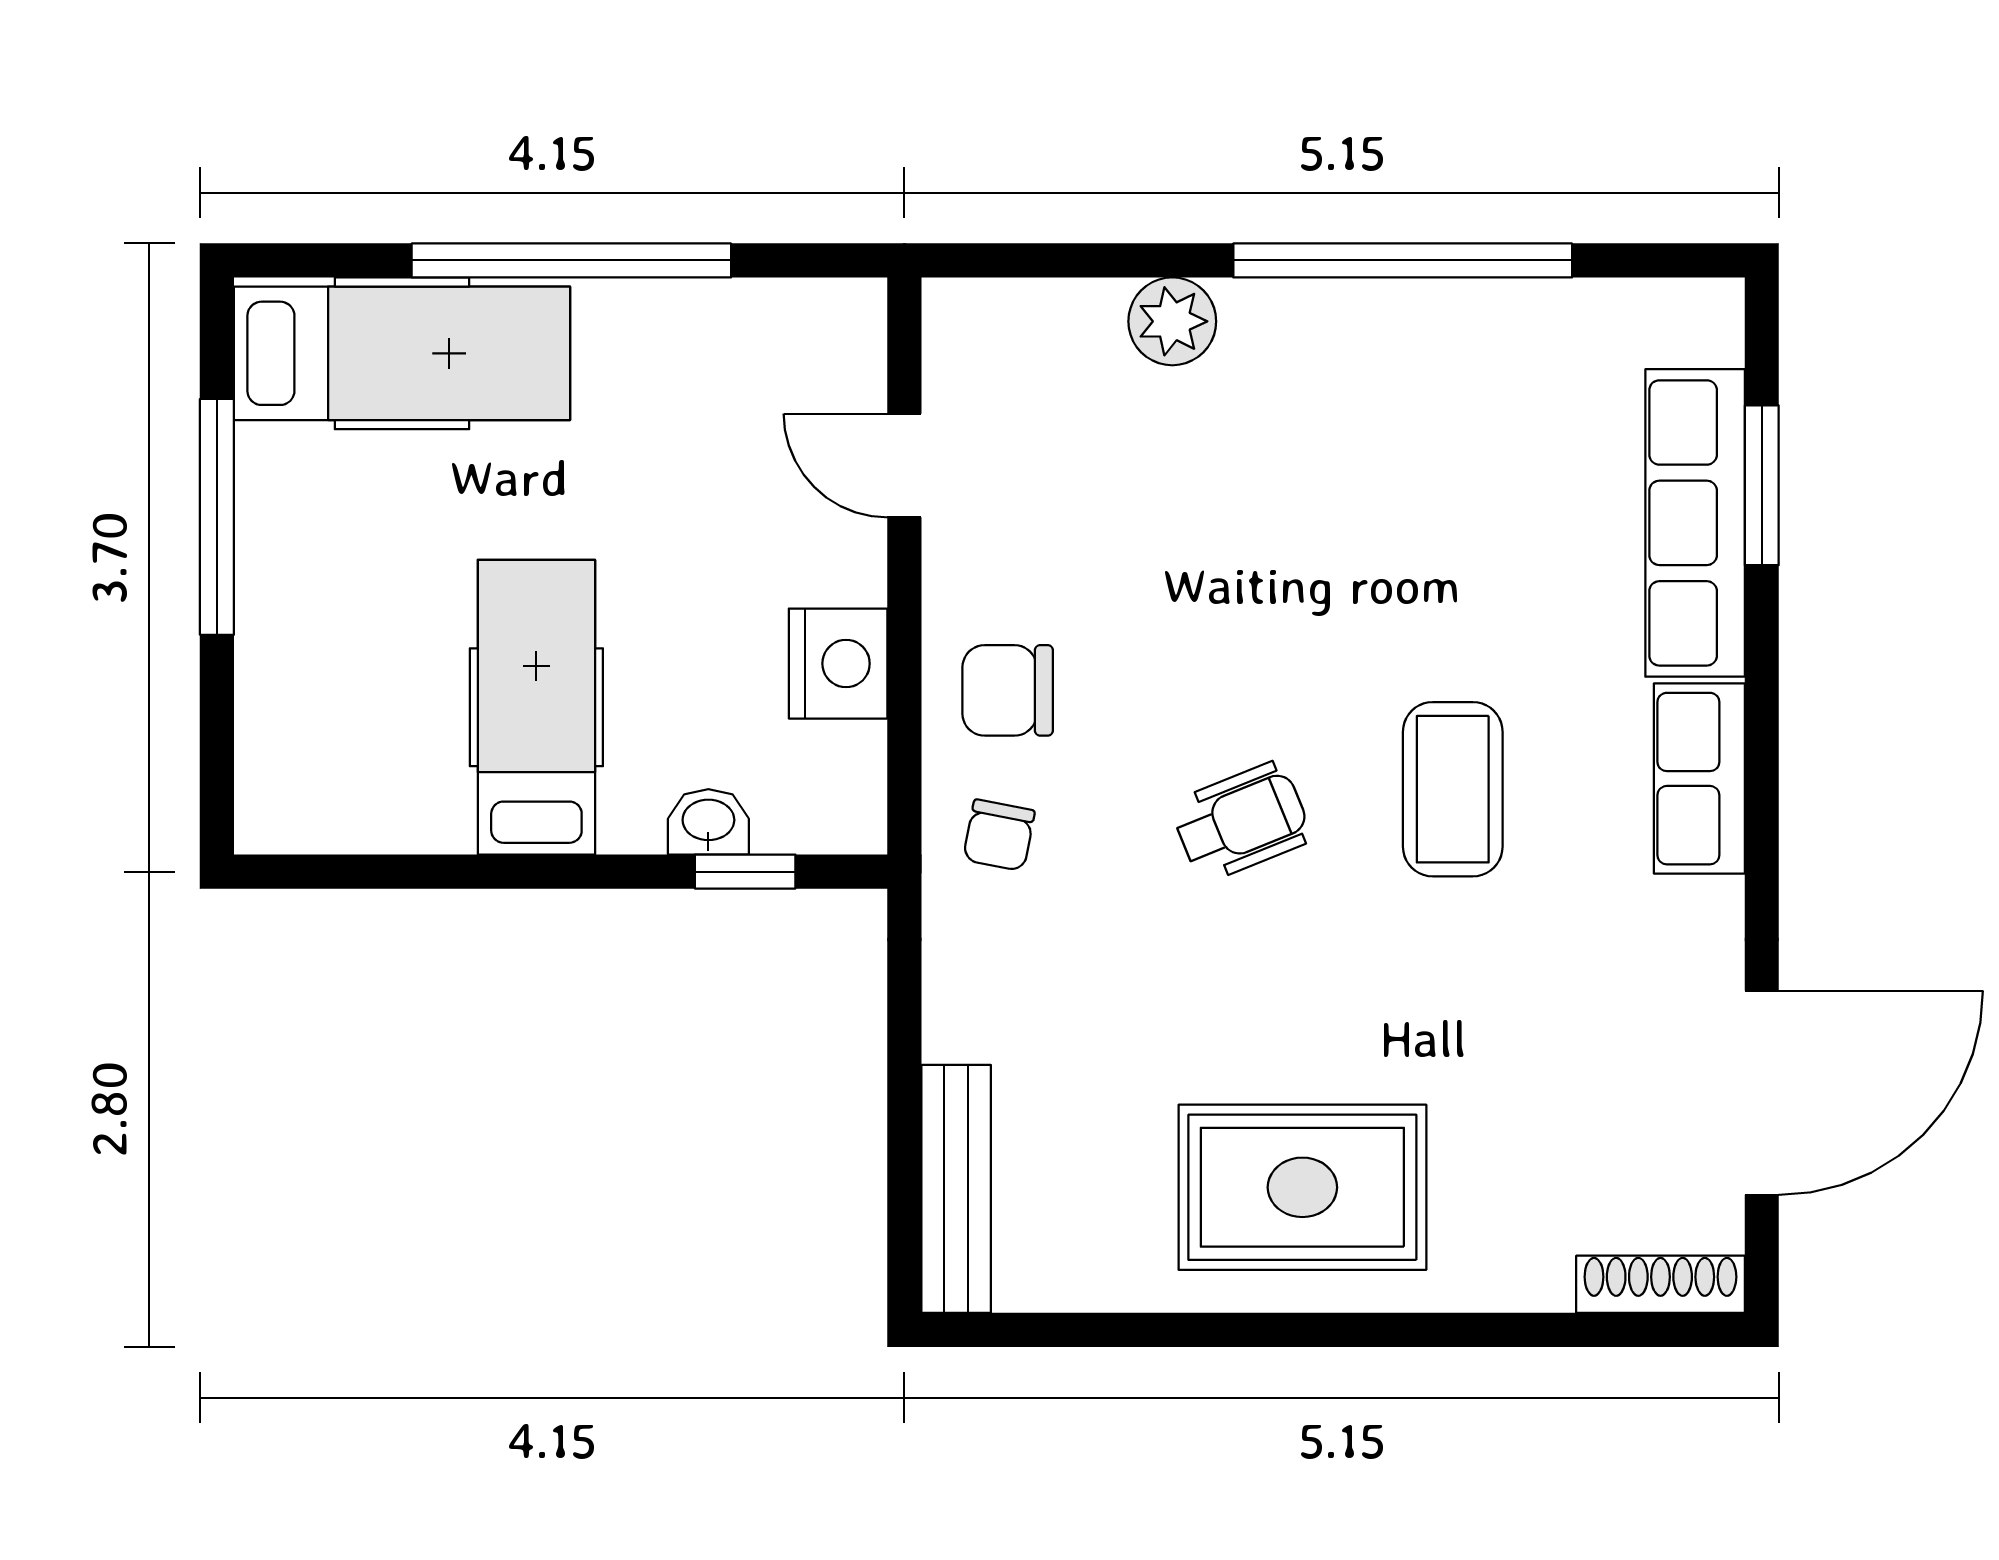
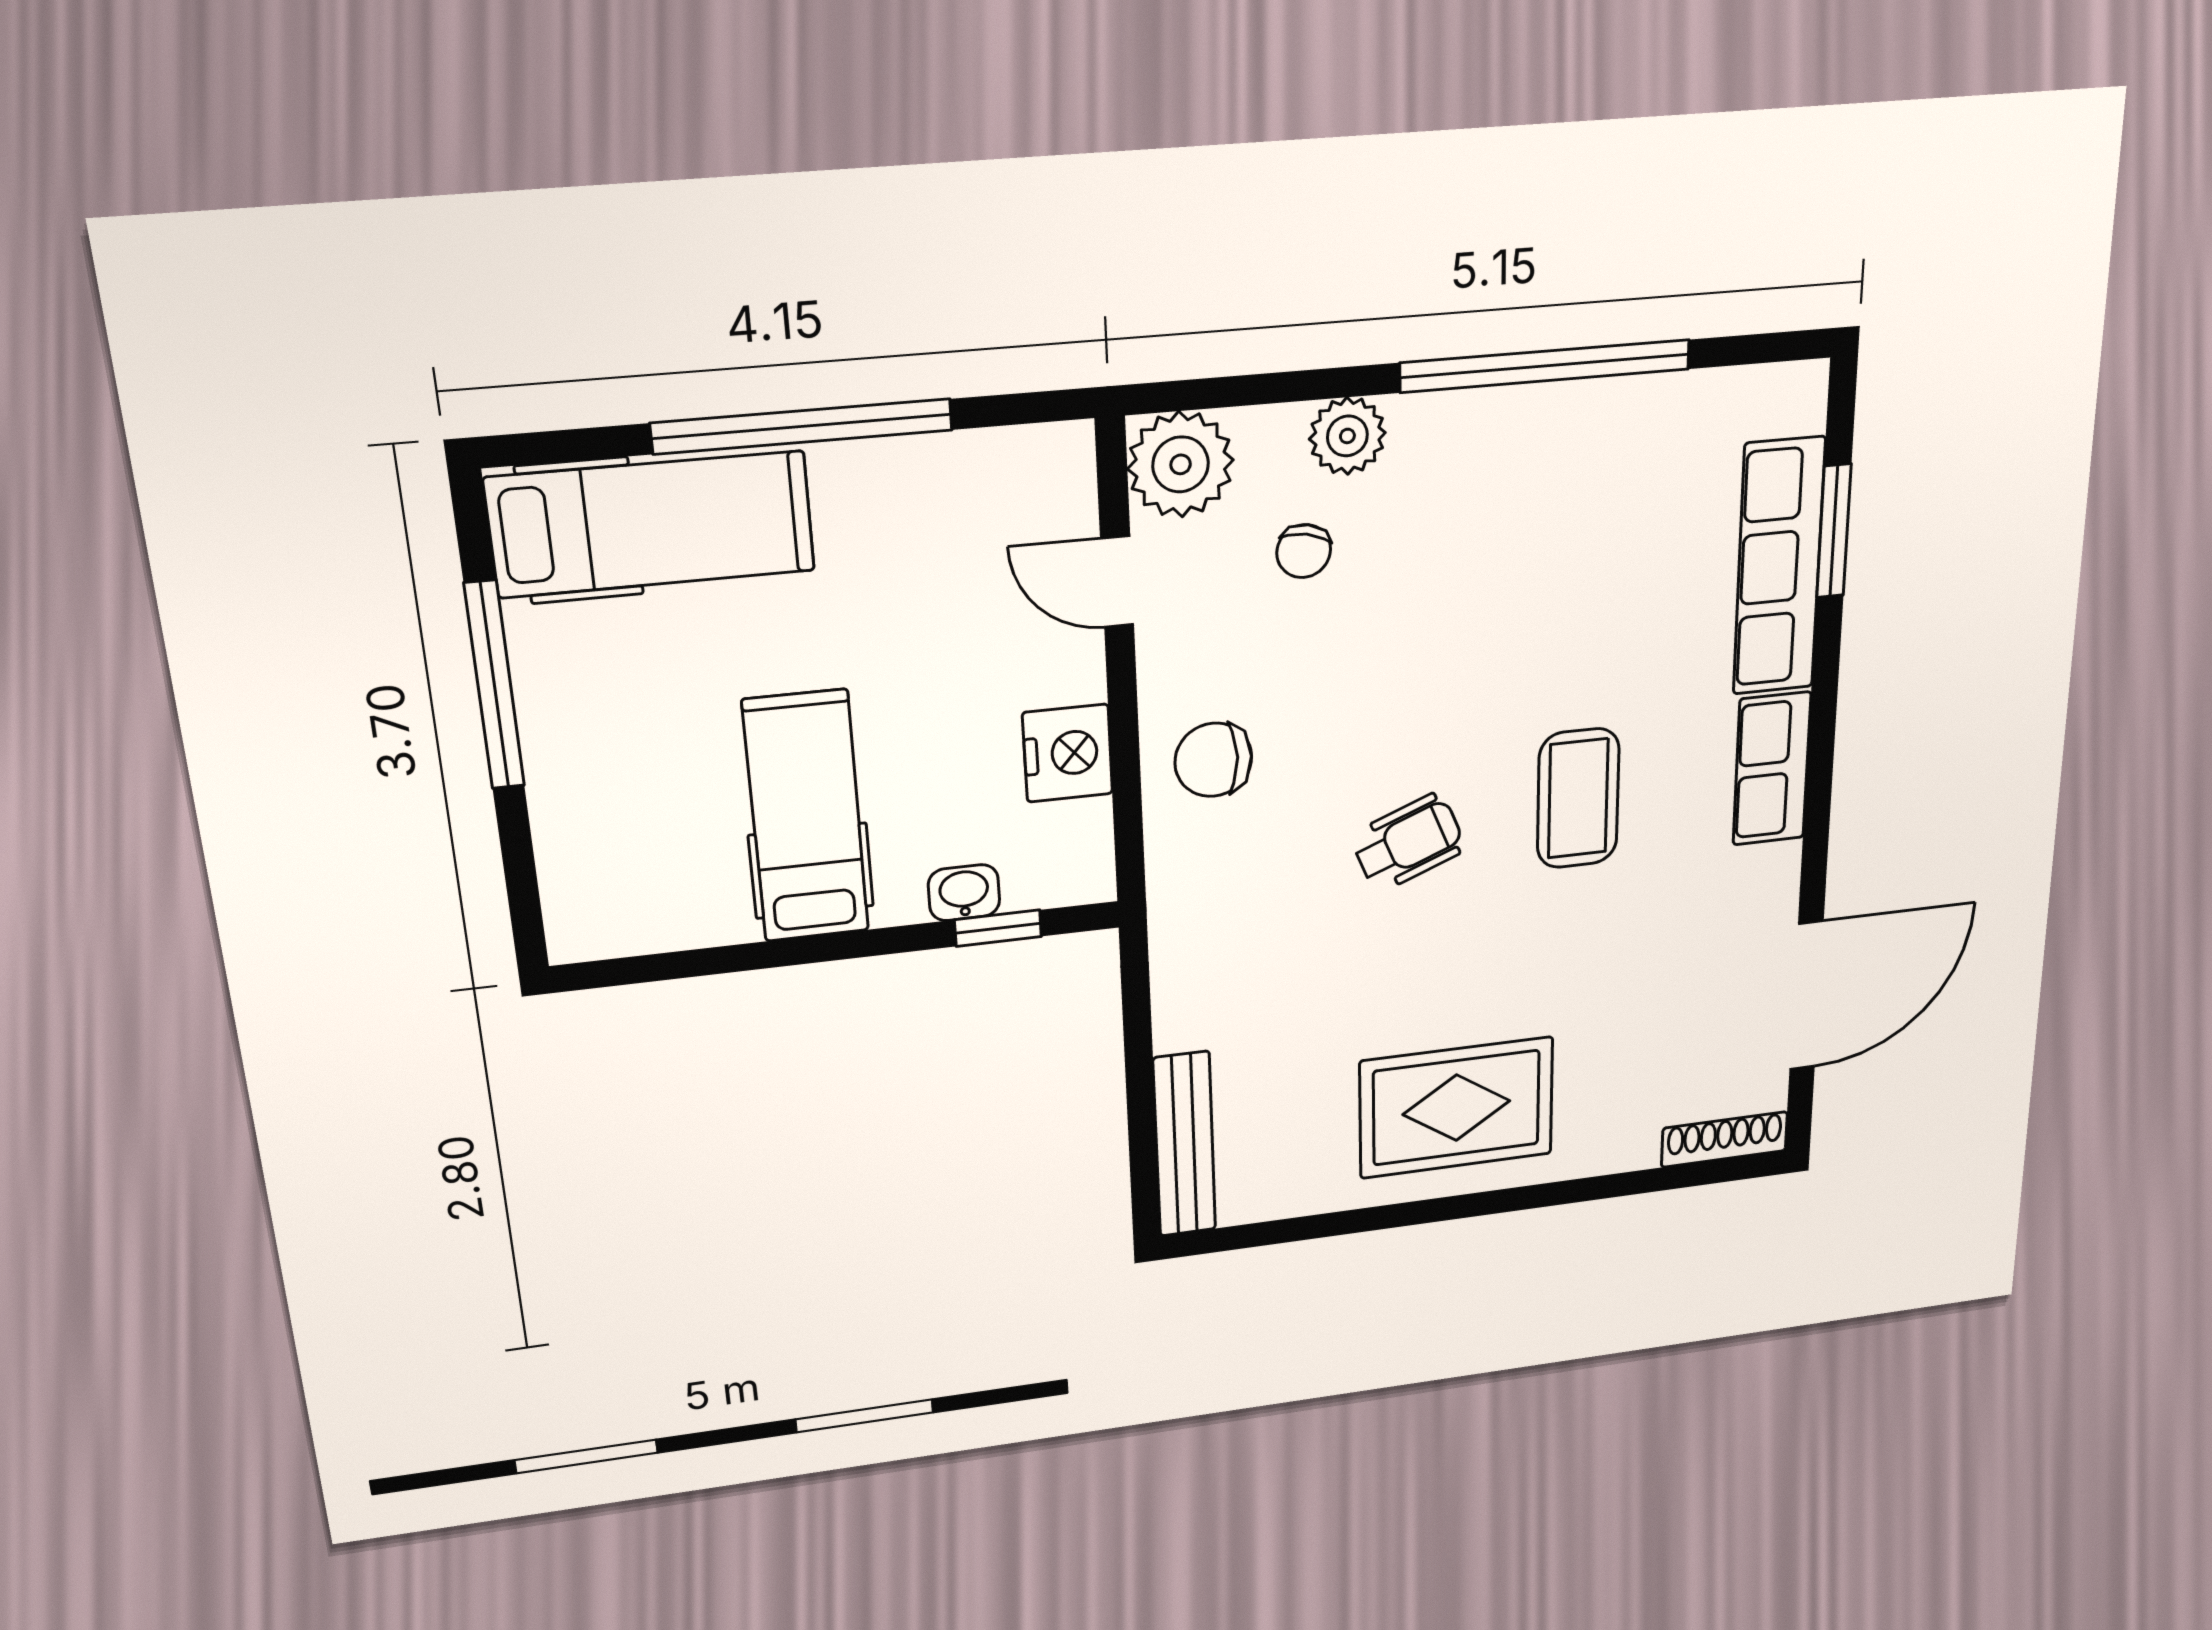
plant: (981, 337) -> (1181, 464), added
chair: (999, 835) -> (1304, 551), moved

